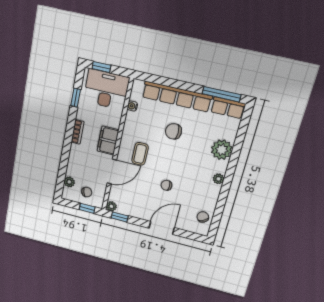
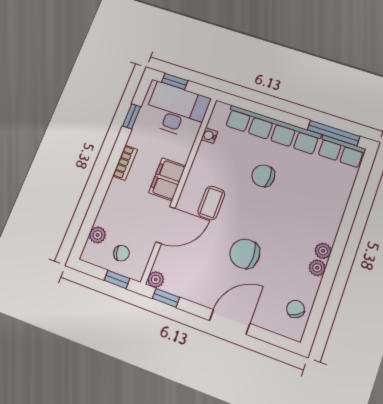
plant: (222, 150) -> (317, 268), moved, width x0.53, depth x0.53
chair: (166, 185) -> (245, 254), width x1.87, depth x1.87

